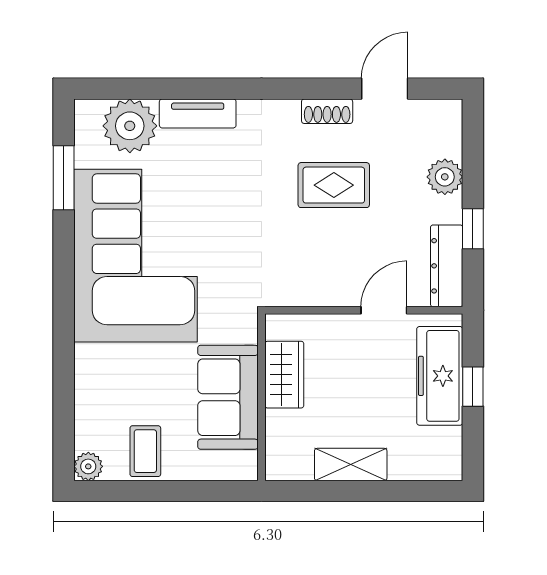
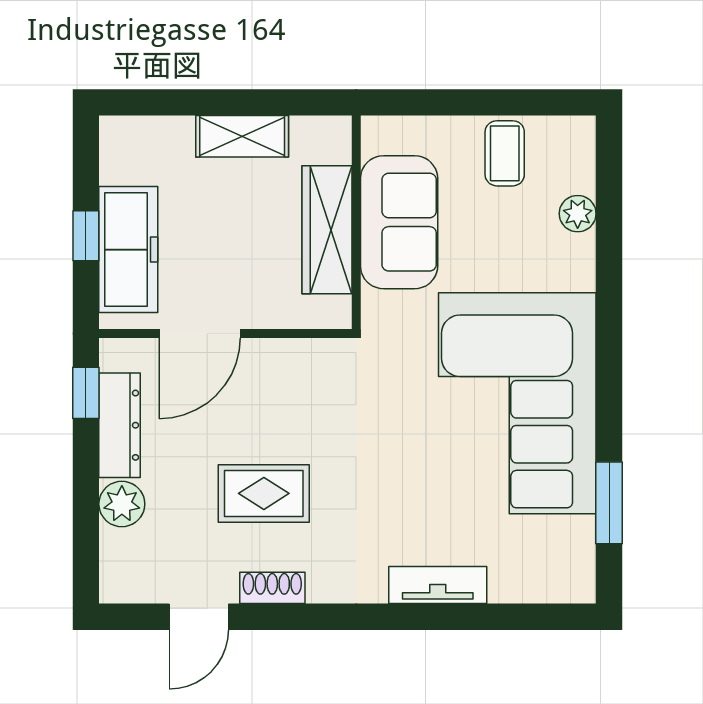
plant: (130, 126) -> (525, 569), removed
window: (473, 229) -> (86, 393), moved
dresser: (447, 266) -> (119, 425), moved
door: (384, 310) -> (200, 333), width x1.38
wardrobe: (284, 375) -> (327, 230), width x1.50
plant: (88, 466) -> (578, 214), moved

